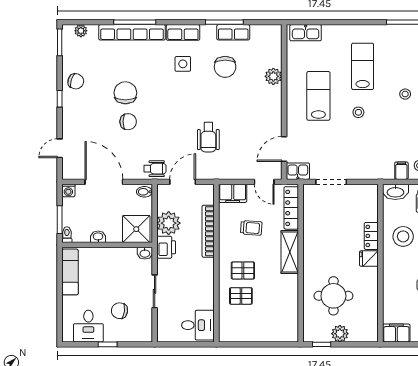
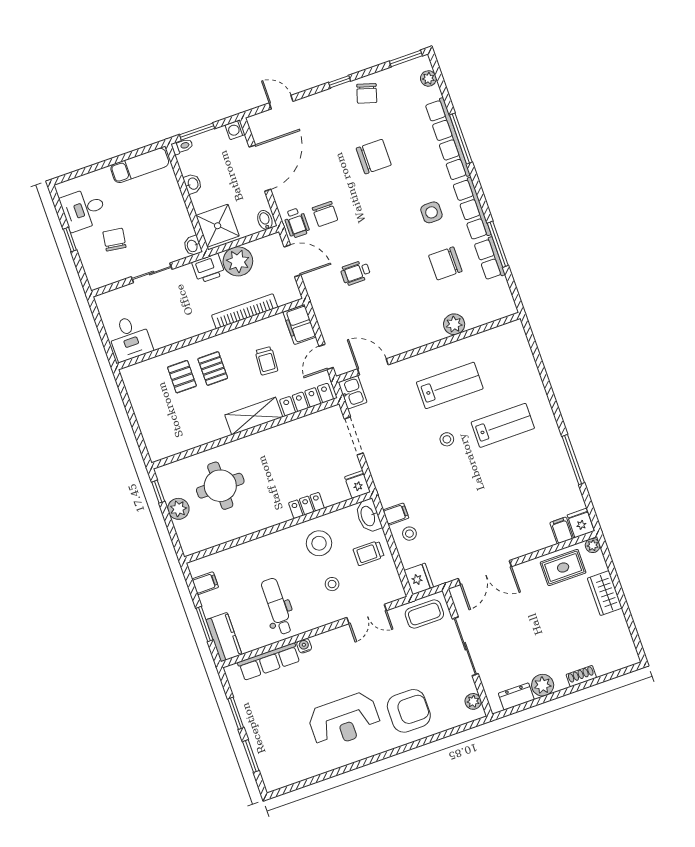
row of seats: (183, 32) -> (472, 209), width x1.48
kitchen sink: (306, 33) -> (519, 344), removed
stool: (405, 94) -> (488, 487), removed
chair: (128, 122) -> (325, 214), moved
wheelchair: (208, 137) -> (356, 273), width x0.73, depth x0.73
fridge: (369, 259) -> (357, 484), moved
filing cabinet: (396, 333) -> (205, 583), width x0.50

